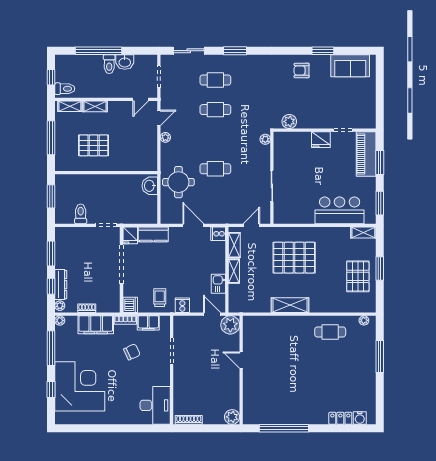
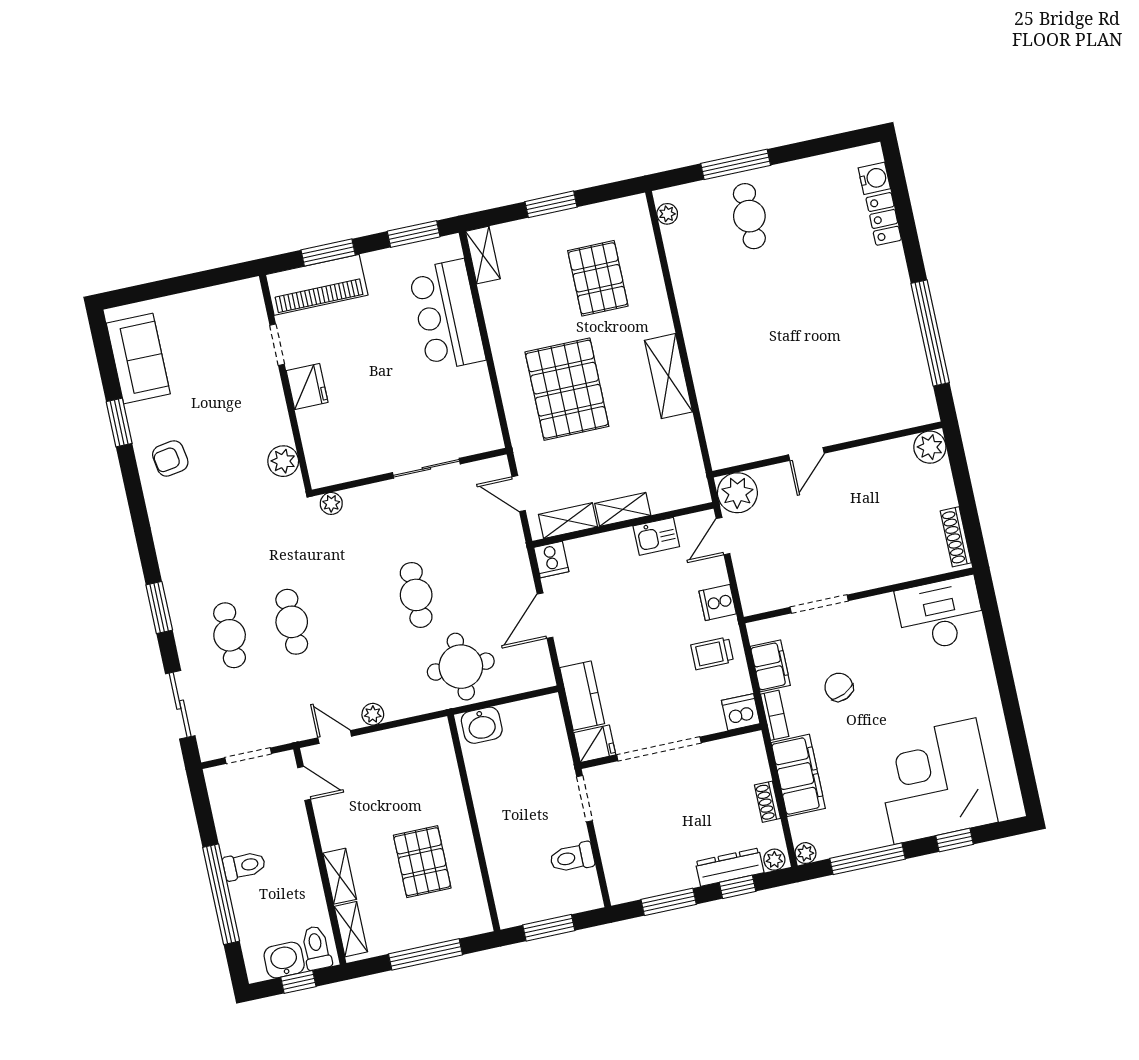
washbasin: (125, 62) -> (284, 960), moved, turned -90
armchair: (302, 70) -> (170, 458), turned 81
pallet: (358, 276) -> (598, 278), moved, turned 90
cafe table: (330, 332) -> (749, 216), moved

